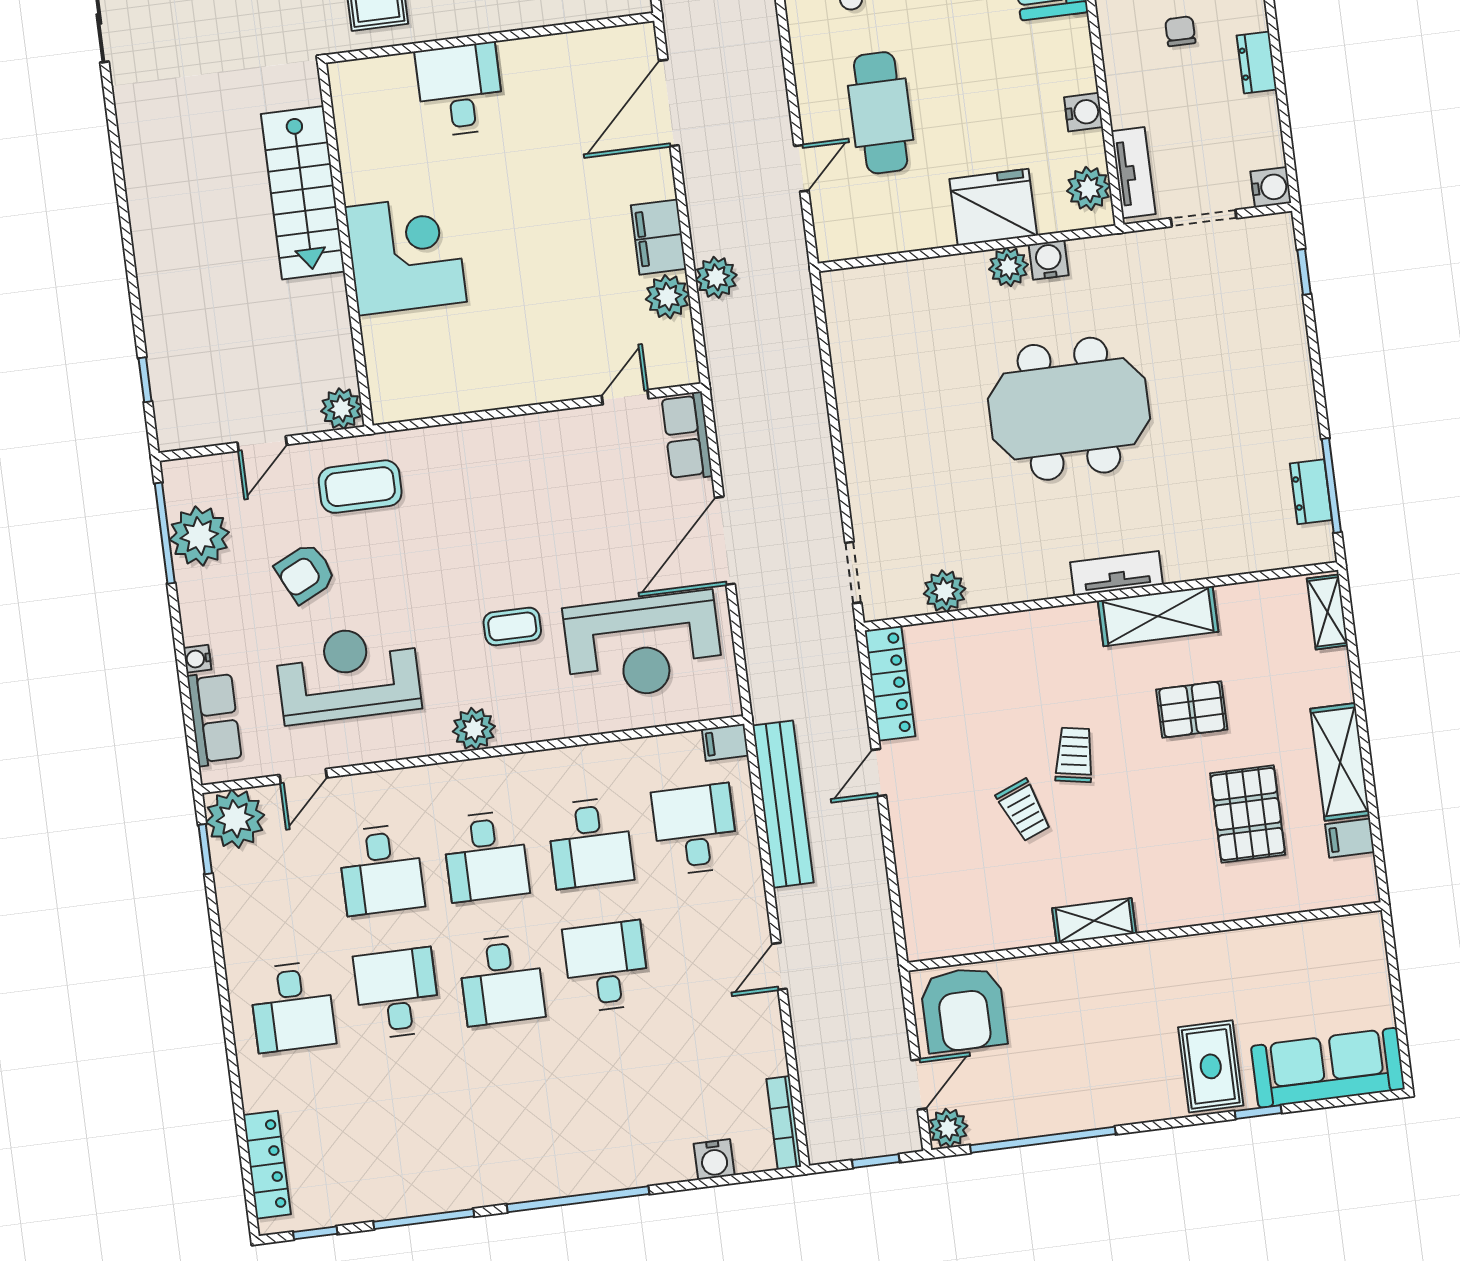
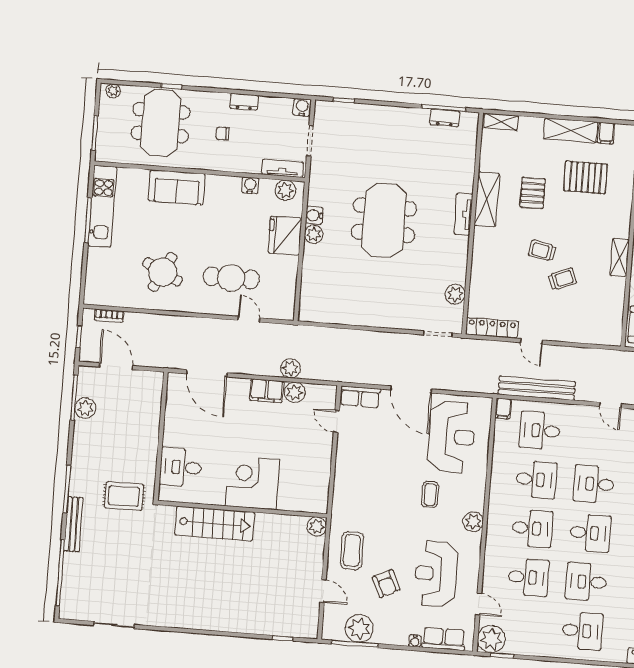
stairs: (303, 193) -> (215, 524), moved
wall: (345, 245) -> (242, 509), moved
corner desk: (406, 255) -> (253, 483), moved
plant: (341, 409) -> (317, 527), moved

